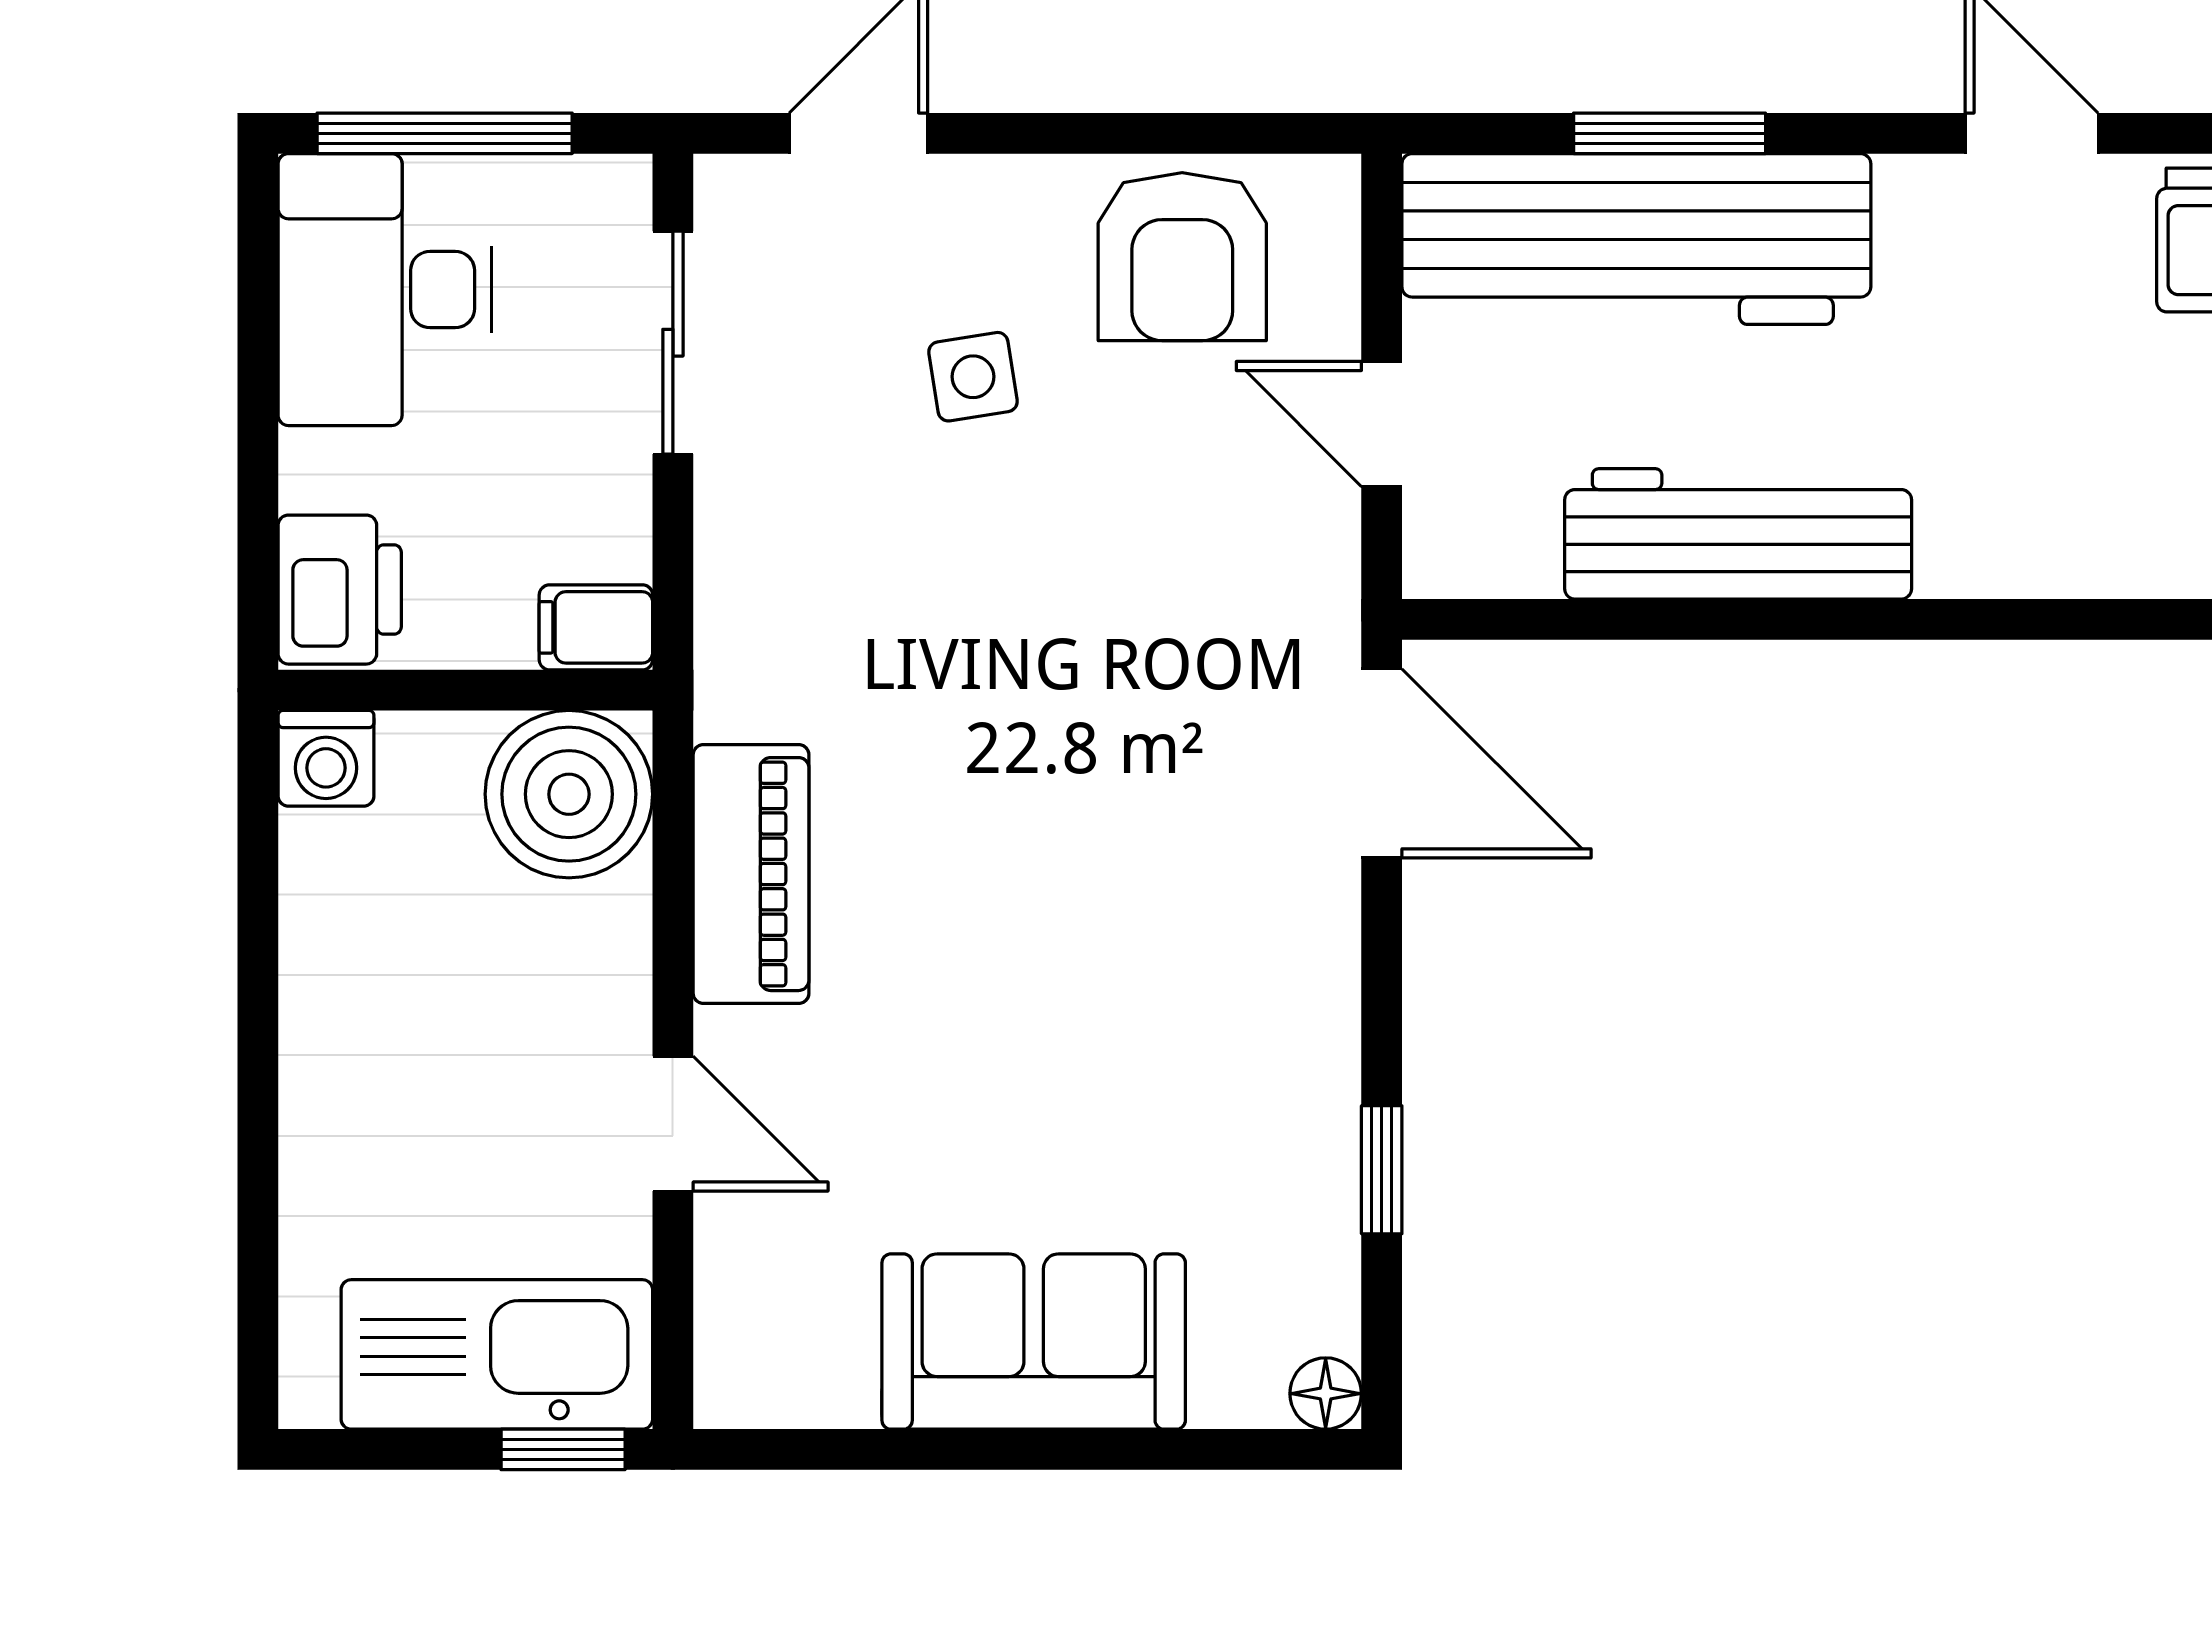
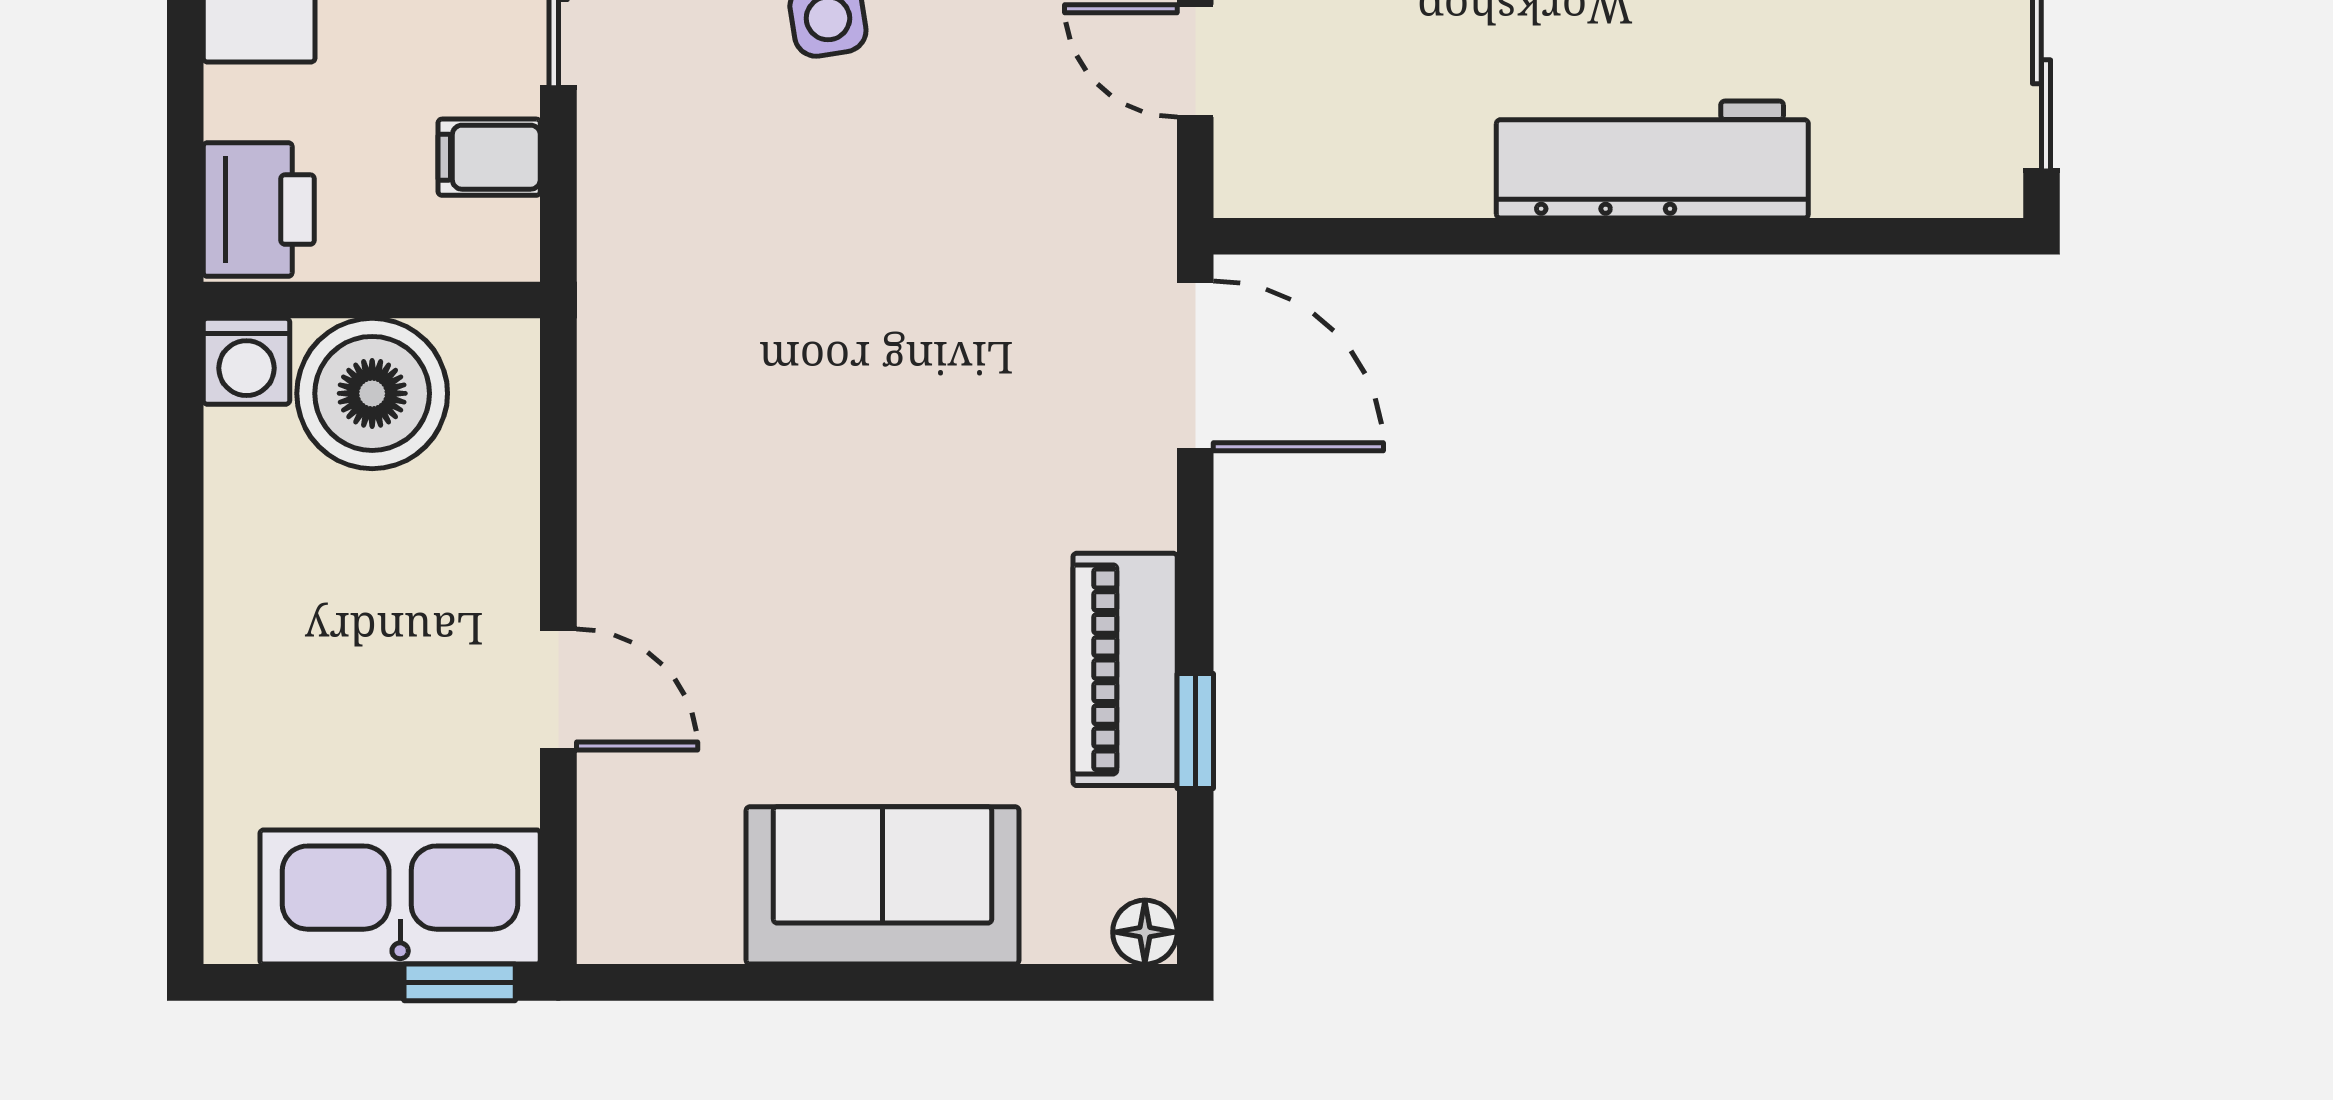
workbench: (1738, 534) -> (1652, 160), moved
filing cabinet: (596, 627) -> (489, 157), moved
boiler: (569, 794) -> (372, 393), moved
piano: (751, 874) -> (1125, 669), moved, turned 180

